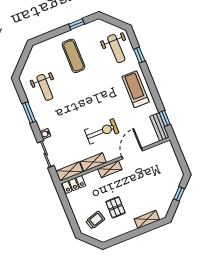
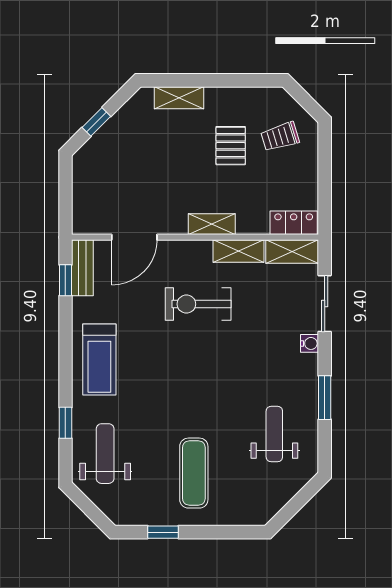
door: (132, 154) -> (134, 237), moved

